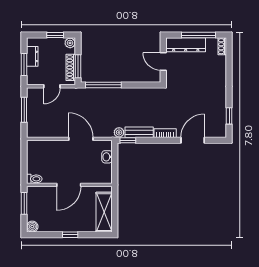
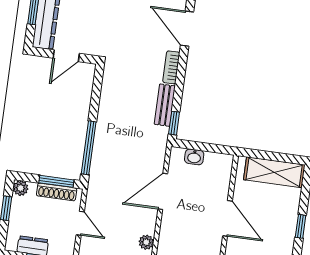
plant: (119, 132) -> (146, 242), moved

